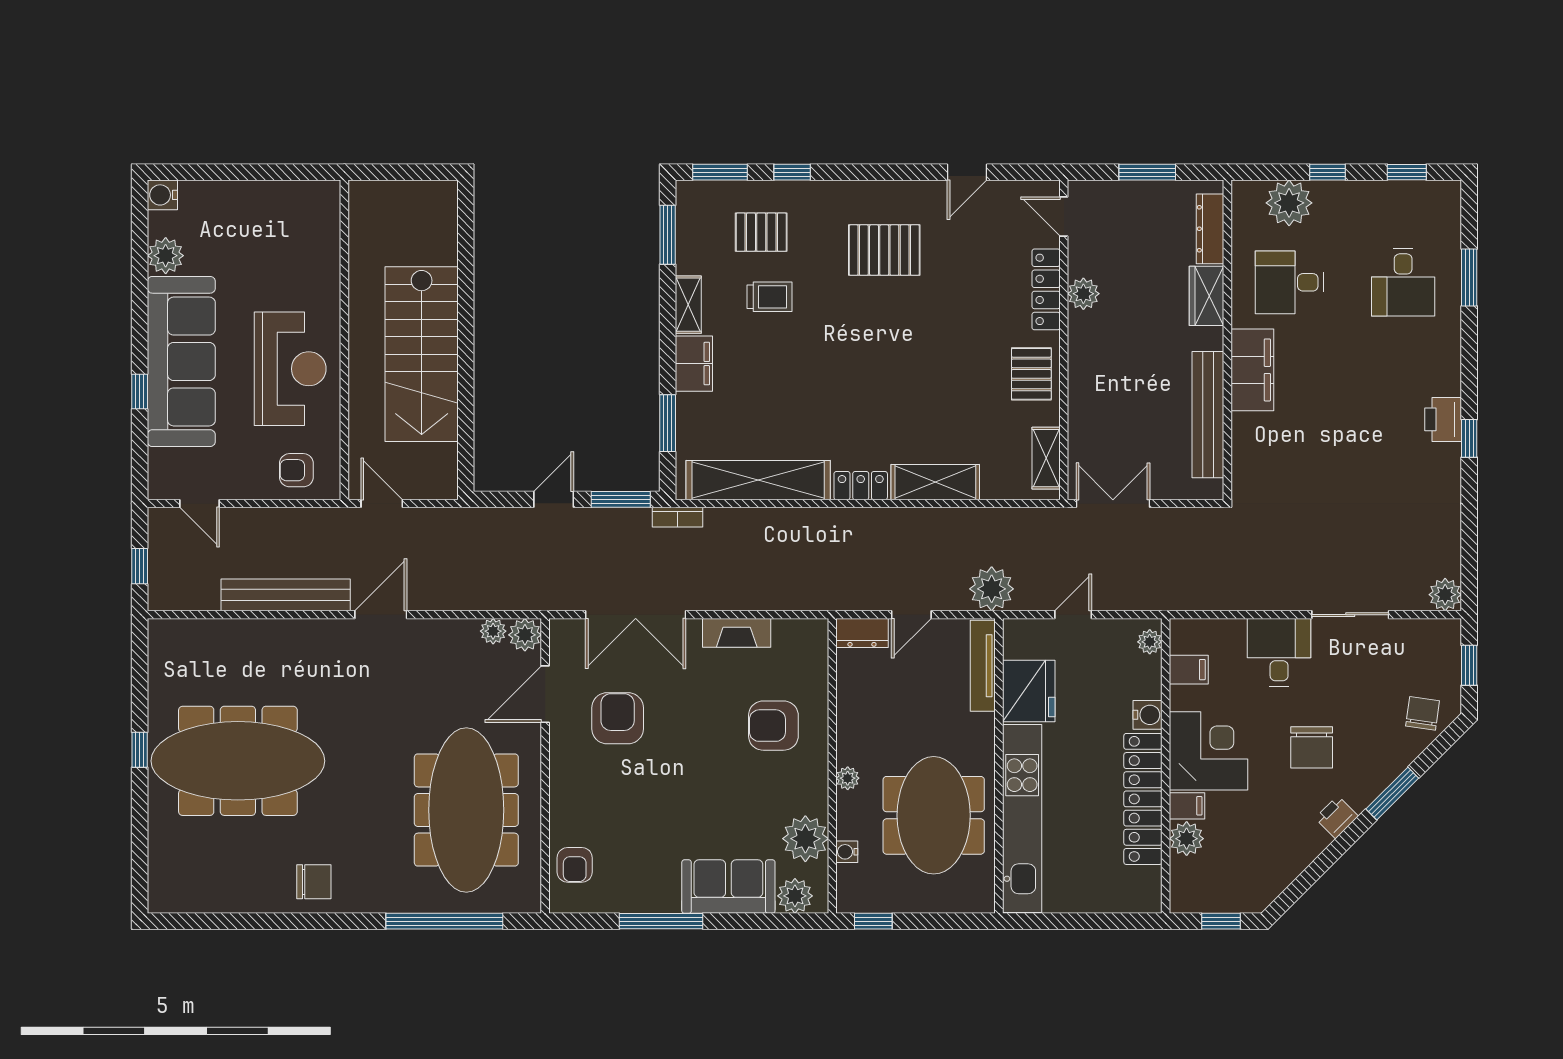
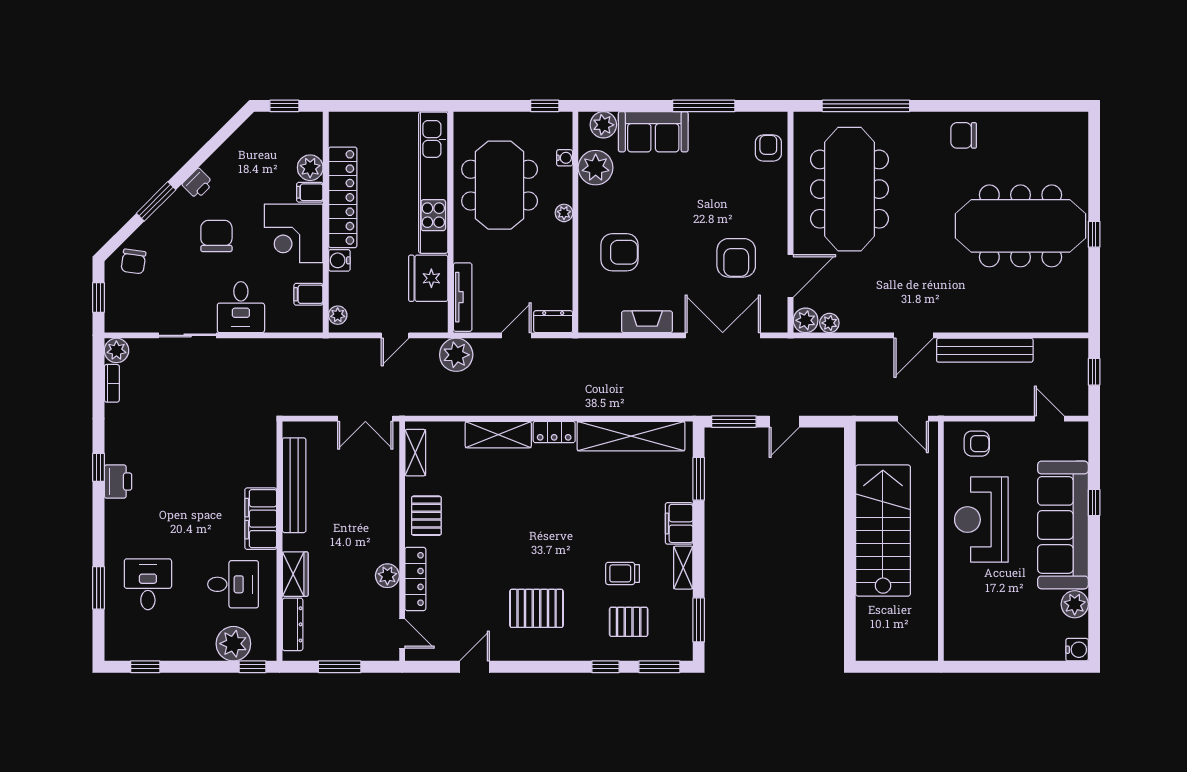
window: (1327, 172) -> (252, 667), moved
bookcase: (677, 517) -> (112, 383), moved, turned 90

